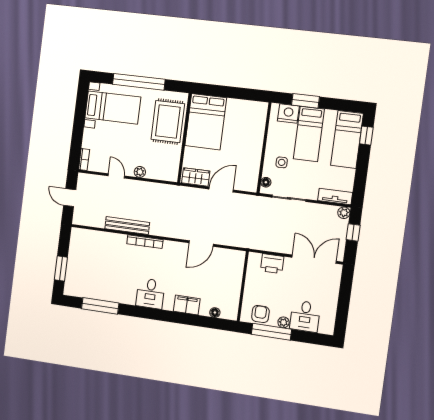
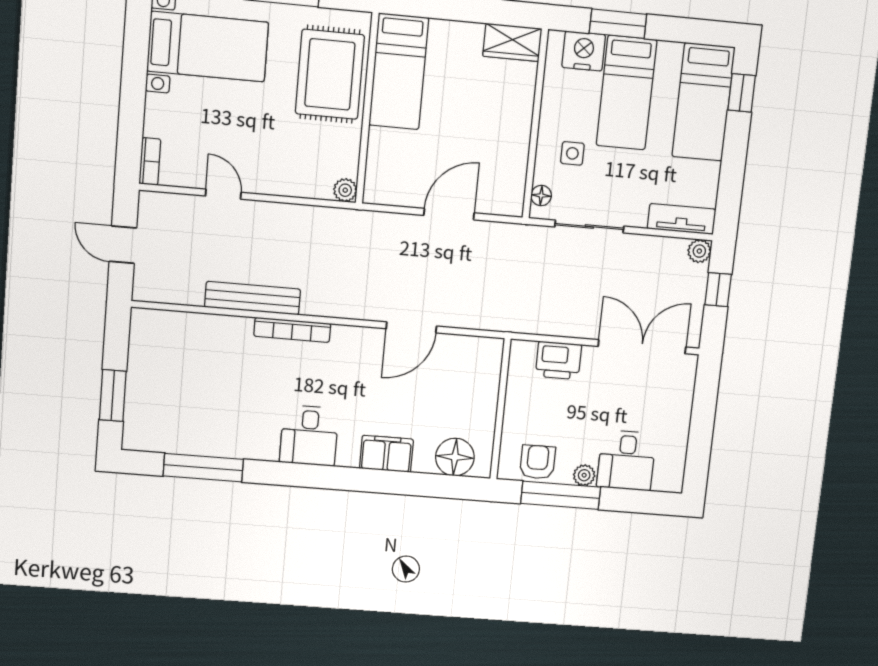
bed: (206, 122) -> (399, 71), width x0.67
plant: (140, 172) -> (345, 190), moved
wardrobe: (196, 177) -> (512, 42), moved, turned 180
floor lamp: (215, 313) -> (455, 457), width x1.89, depth x1.89

